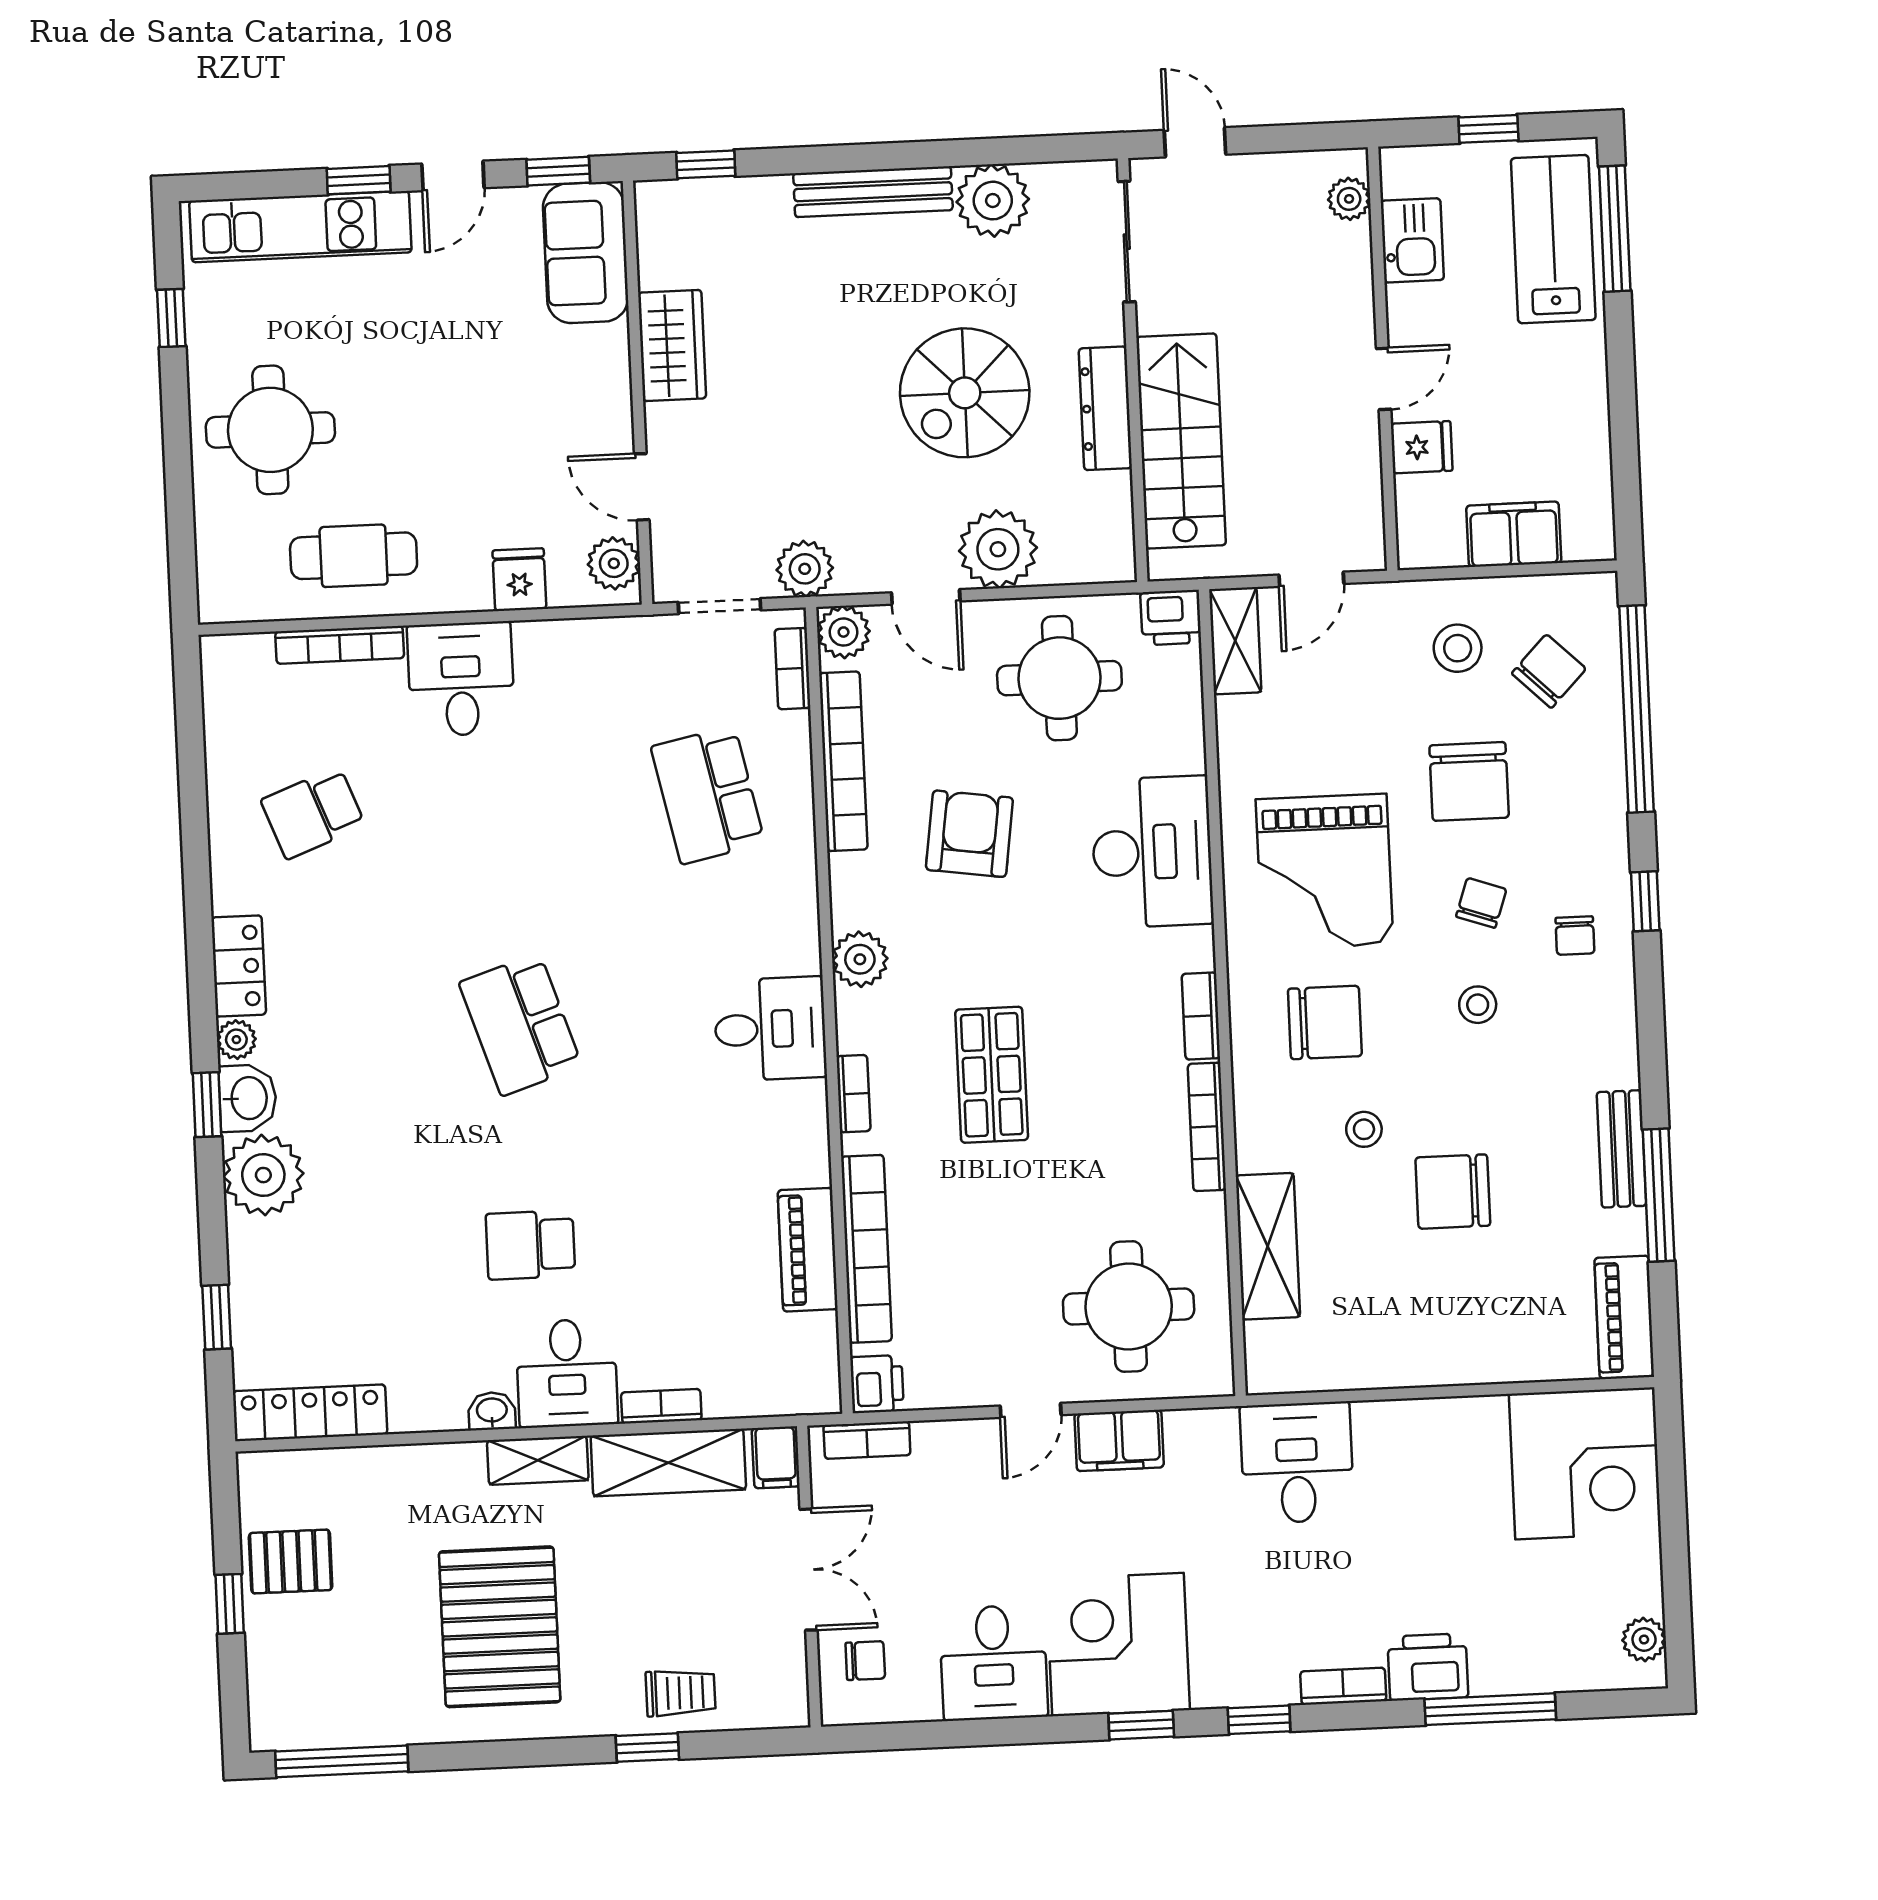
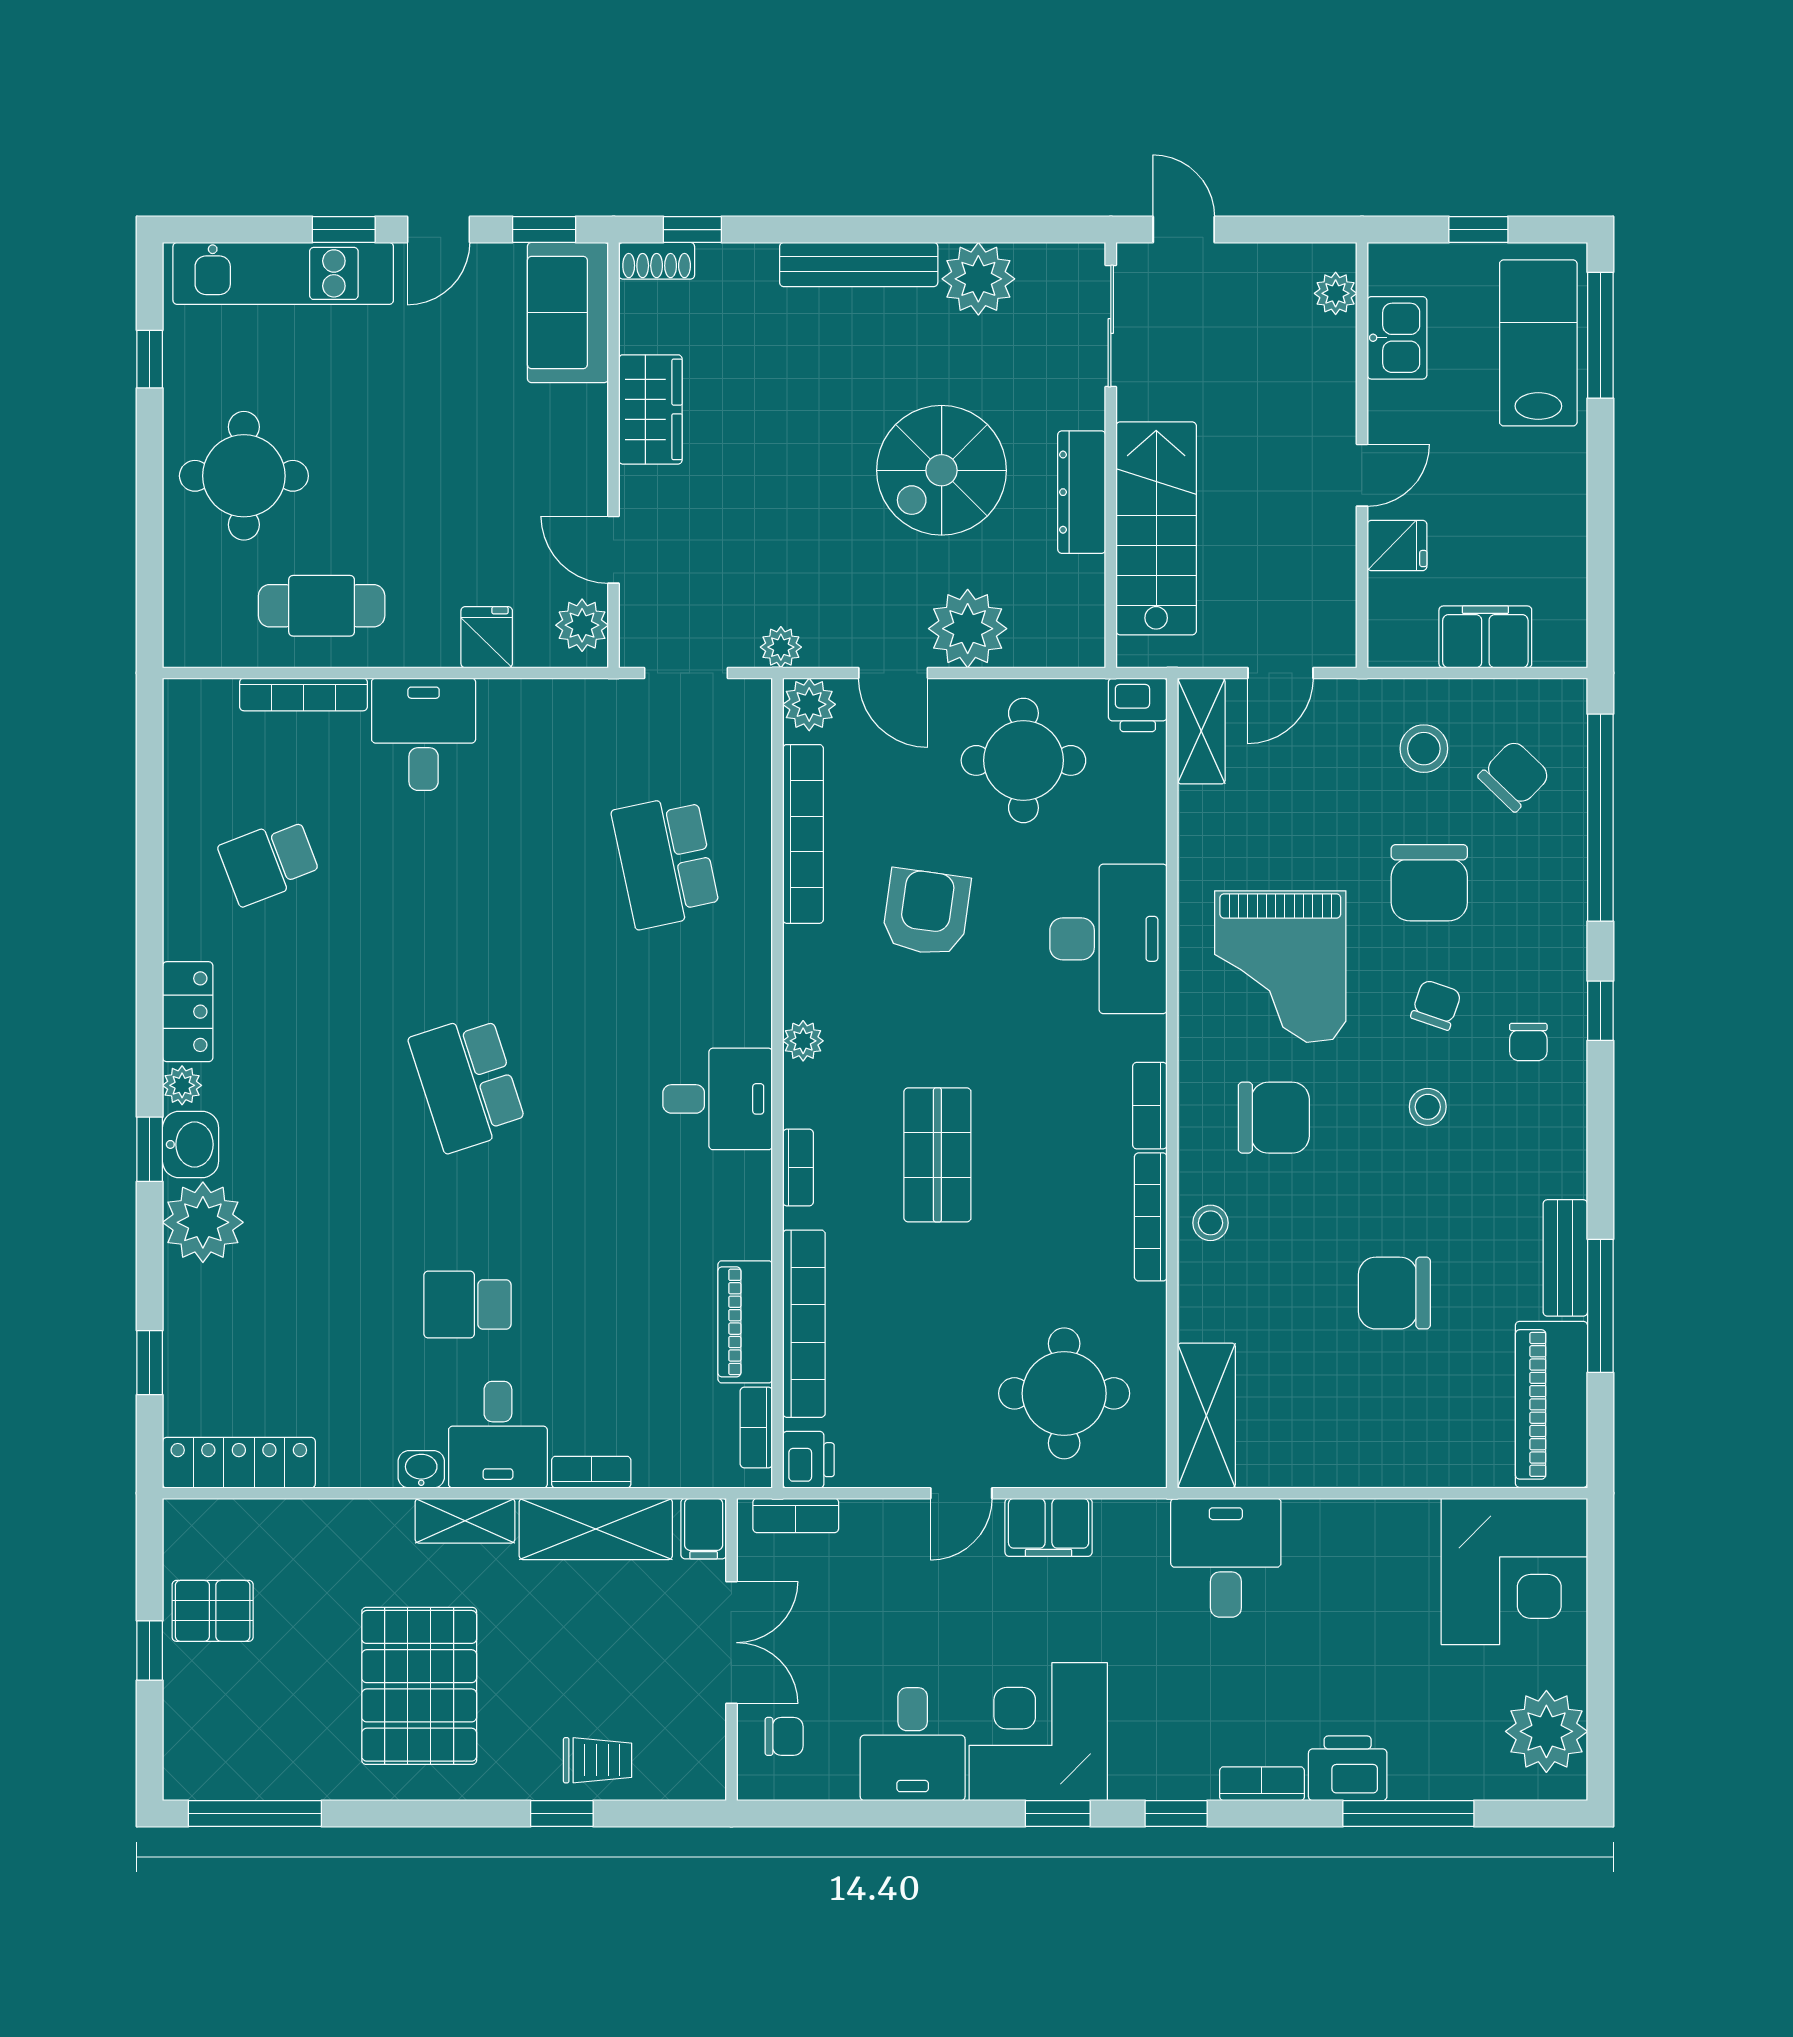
shoe rack: (672, 197) -> (657, 261), added
plant: (805, 569) -> (781, 647), width x0.73, depth x0.73
bookcase: (792, 669) -> (756, 1427), moved
plant: (860, 959) -> (803, 1041), width x0.73, depth x0.73
stool: (1364, 1129) -> (1210, 1223), moved
shelving: (1268, 1246) -> (1206, 1416), moved
piano: (1624, 1317) -> (1551, 1404), width x1.37, depth x1.33
plant: (1644, 1639) -> (1546, 1731), width x1.88, depth x1.88

